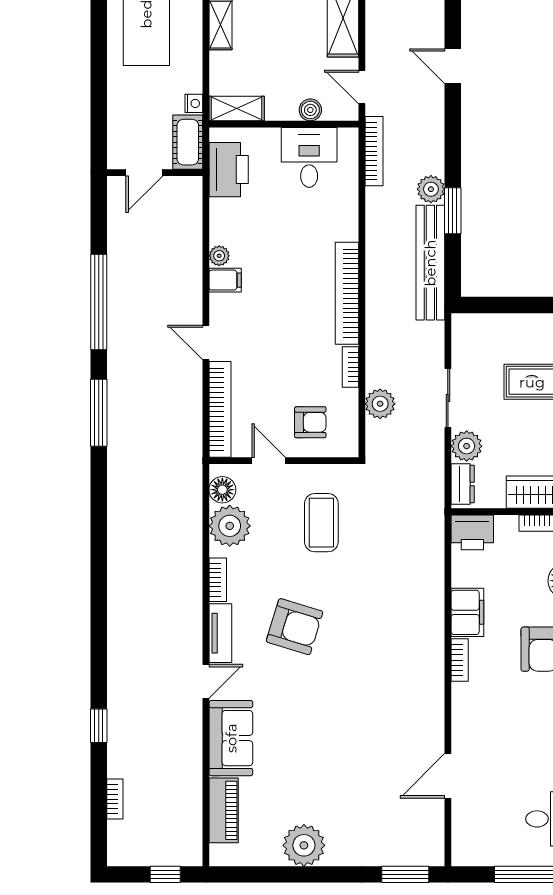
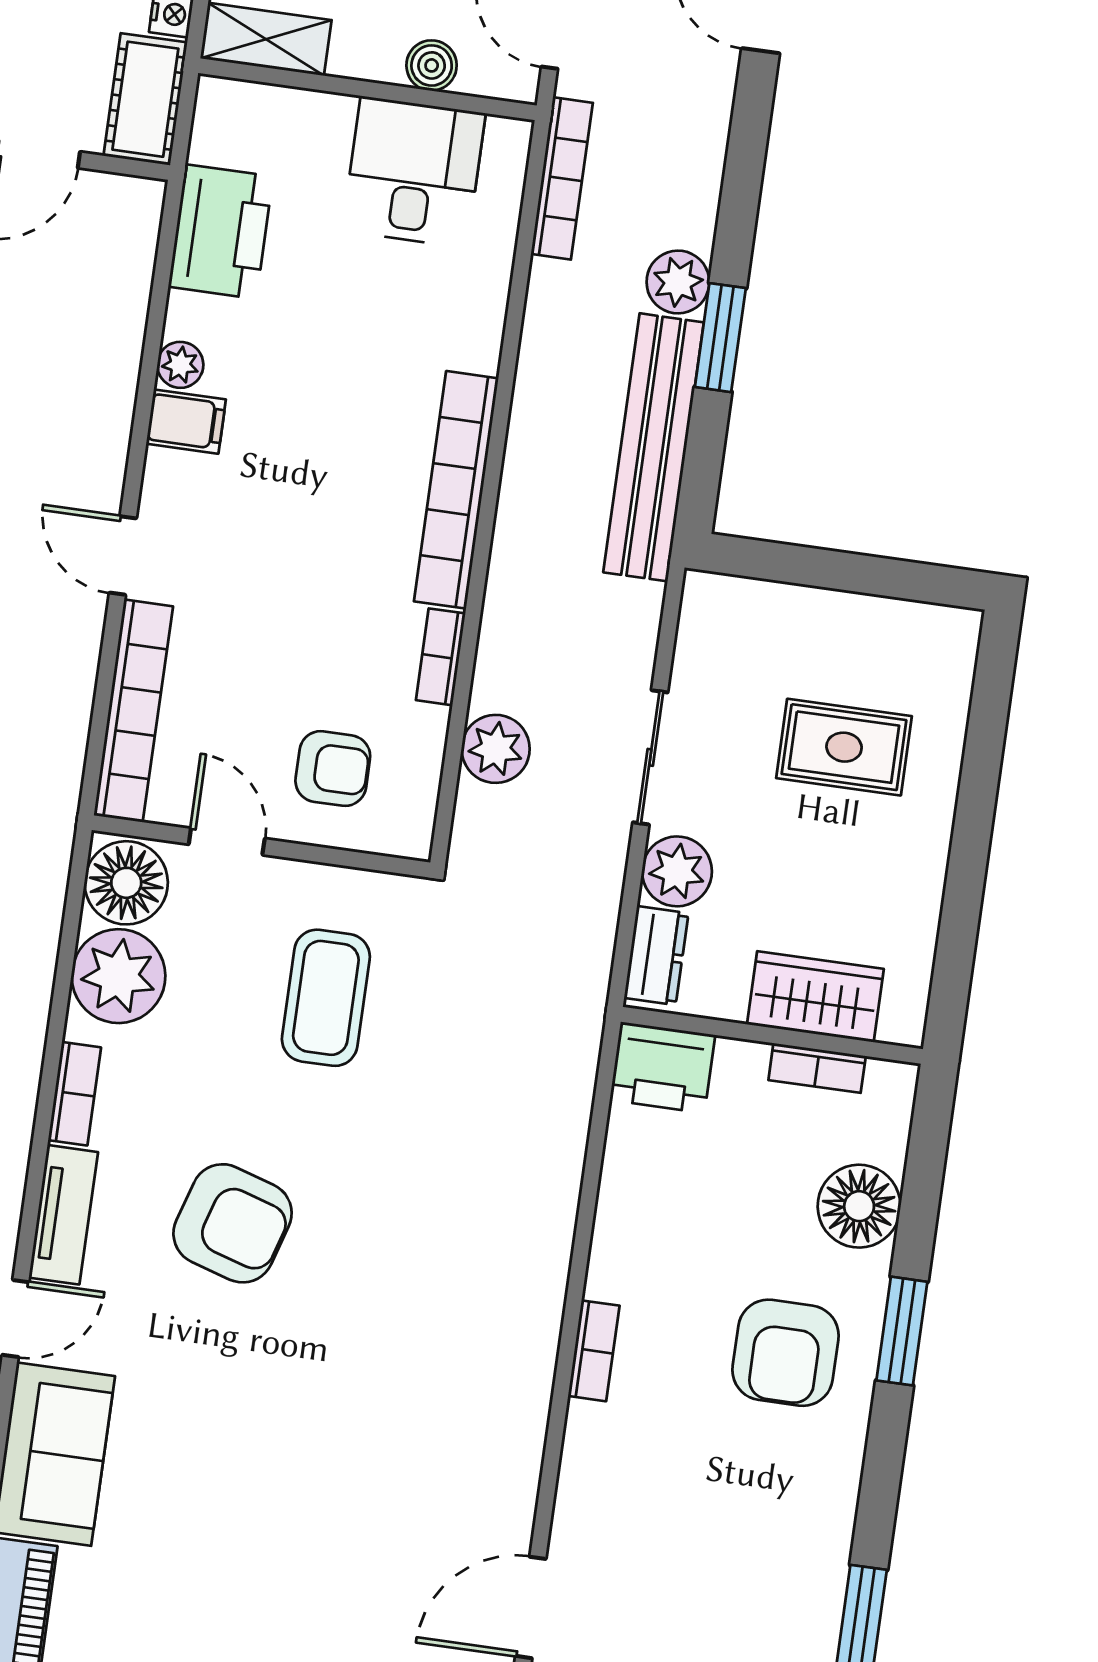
printer: (229, 170) -> (221, 232), moved
floor lamp: (222, 490) -> (126, 883), width x1.38, depth x1.38
filing cabinet: (467, 612) -> (626, 1246), removed

